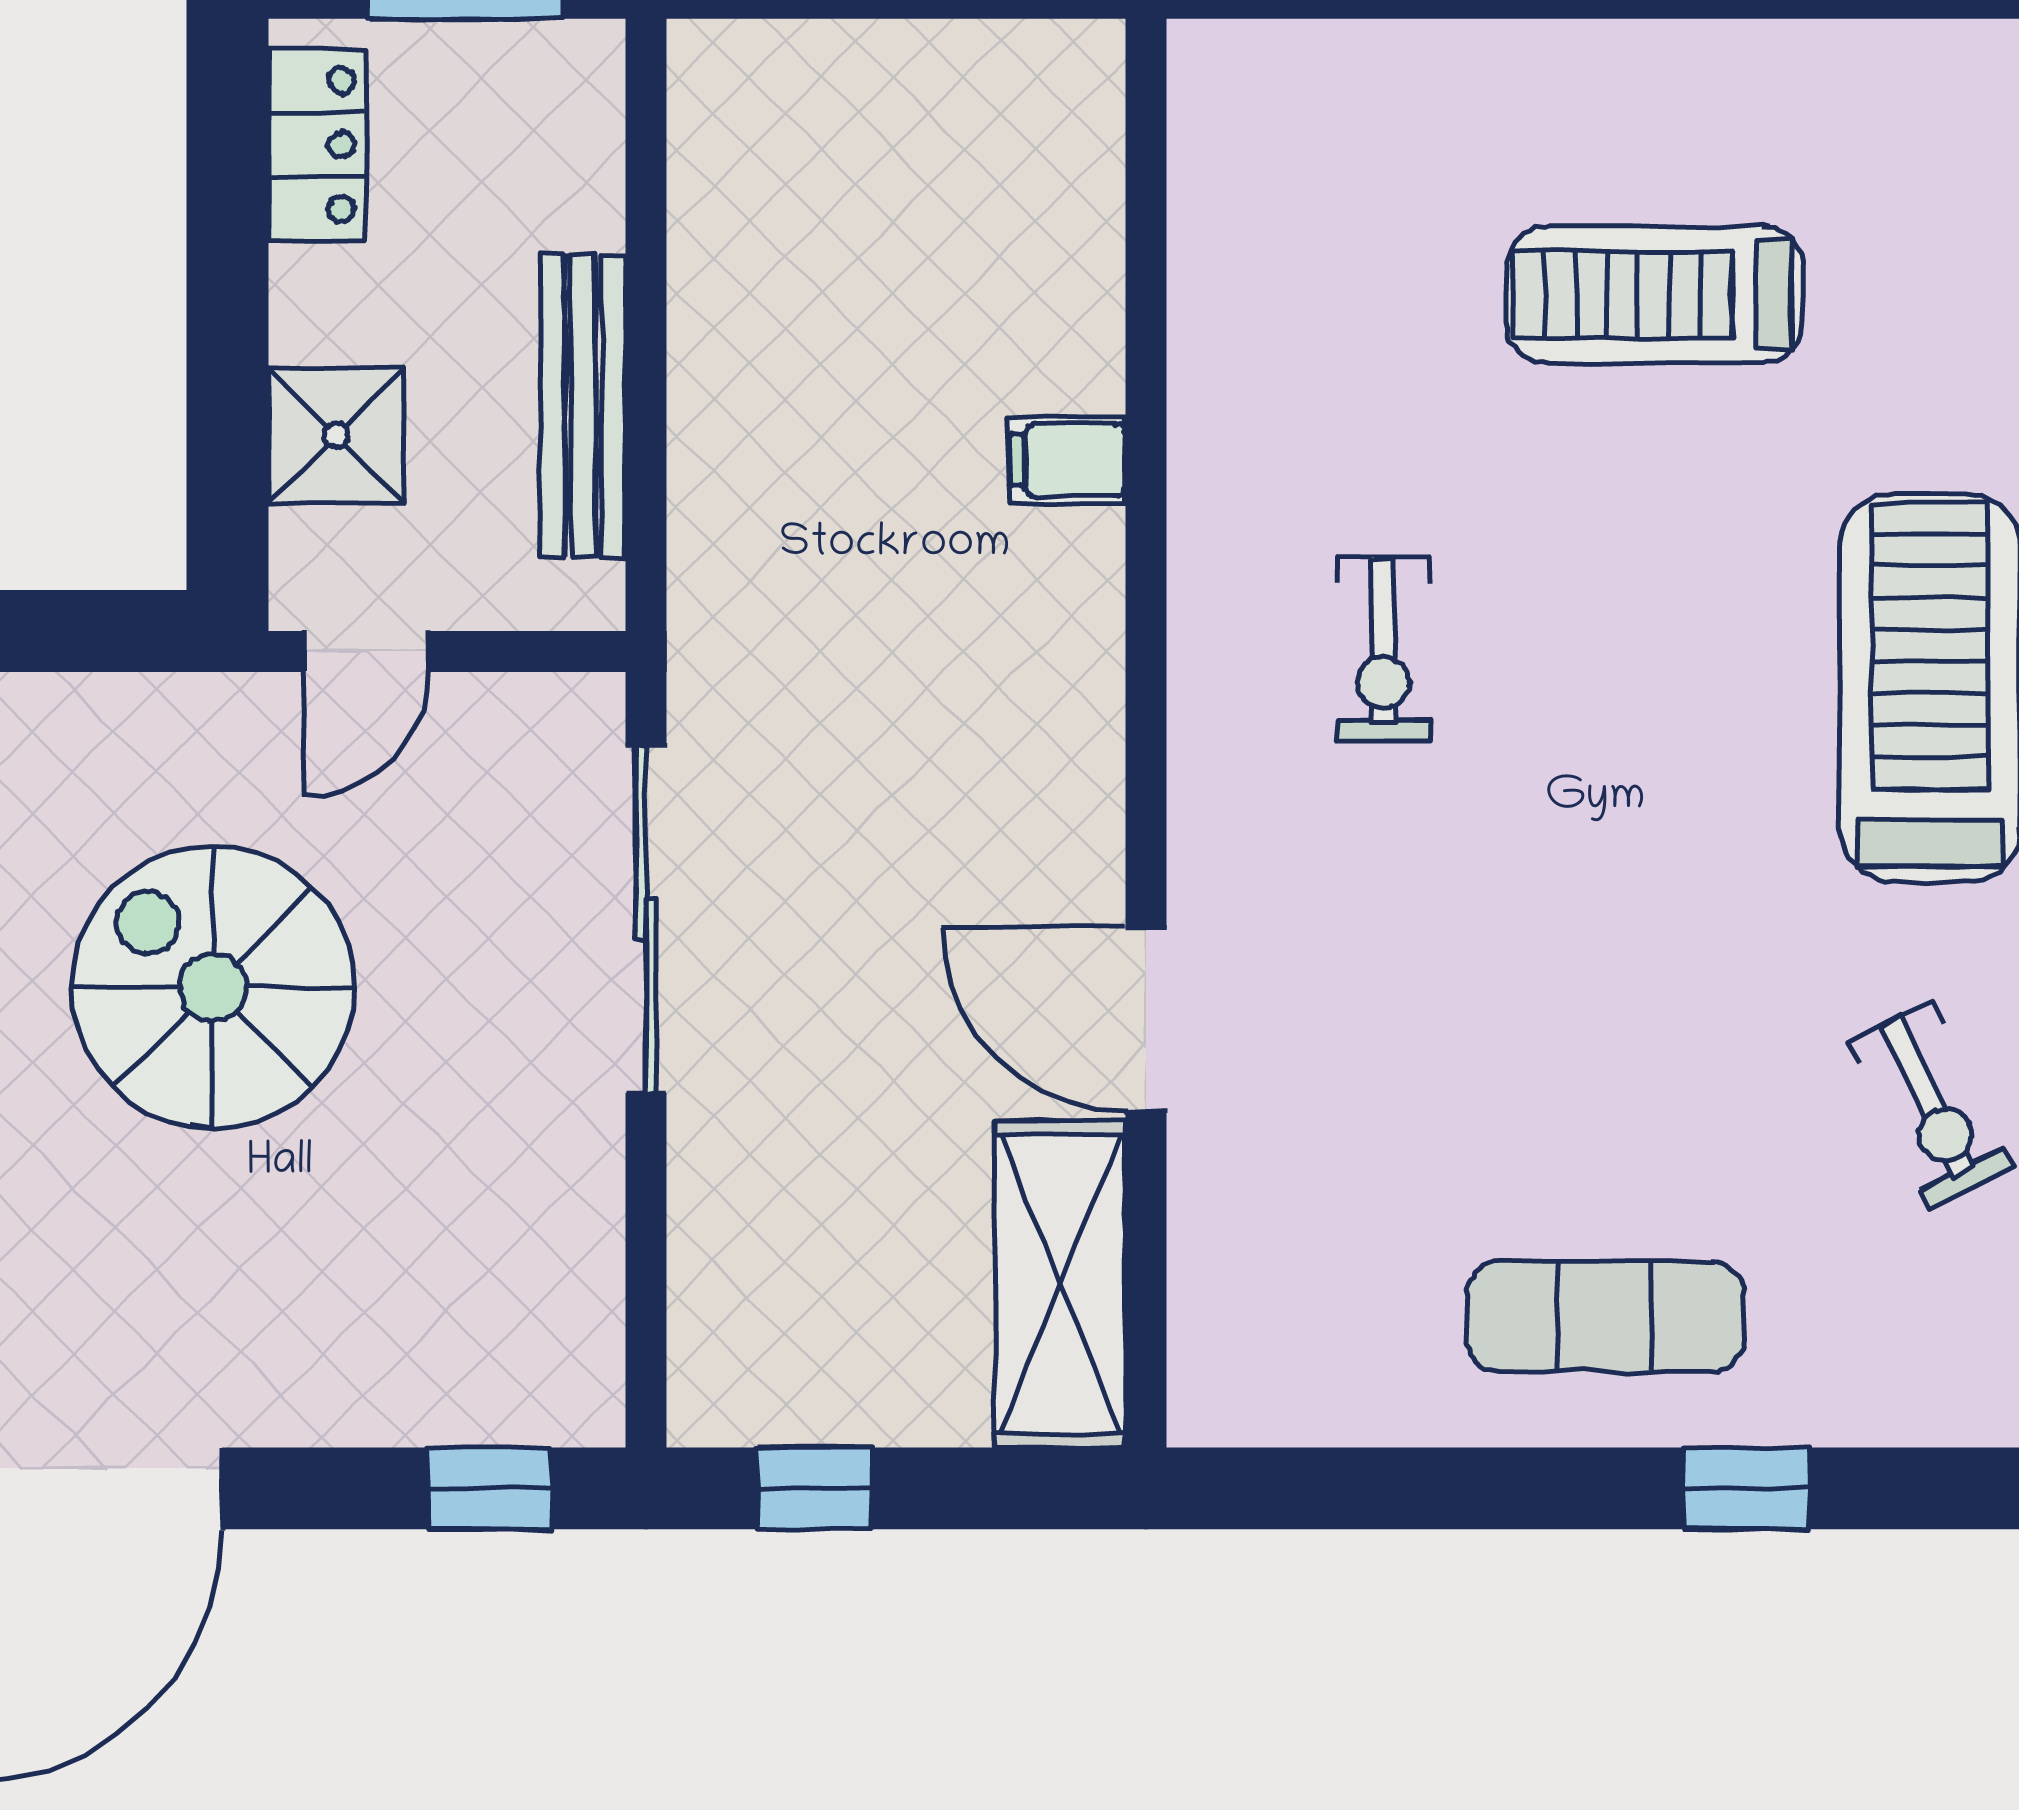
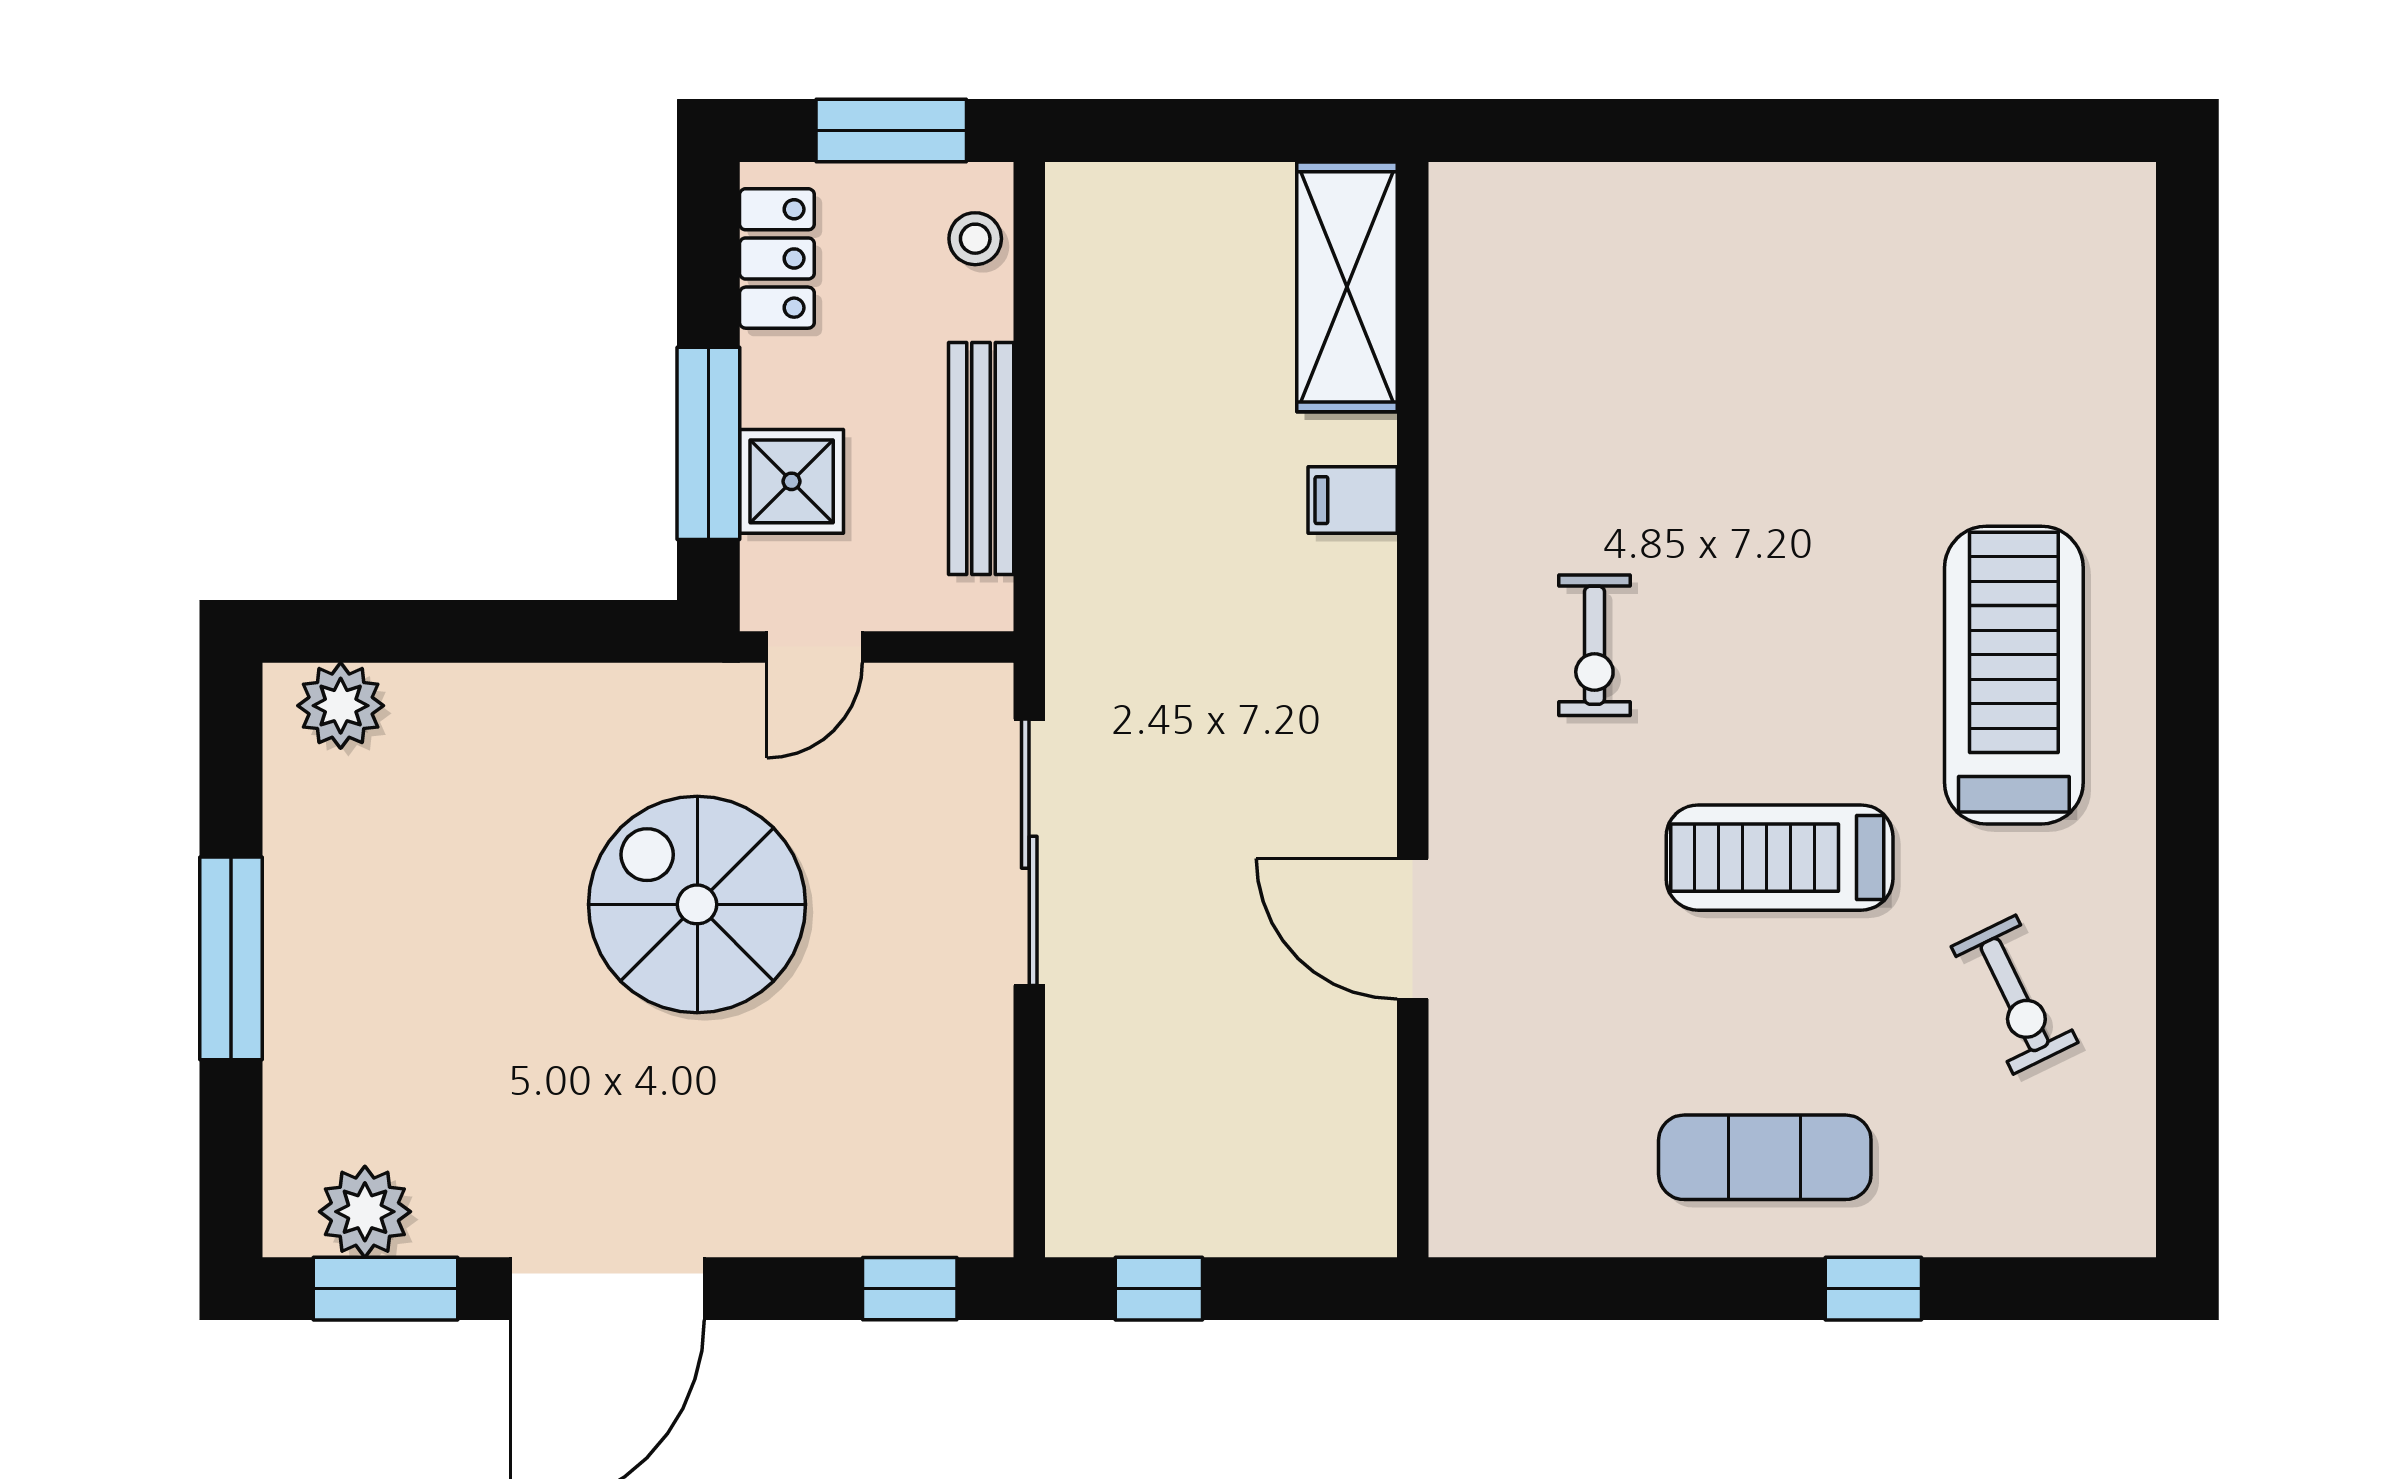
stool: (575, 119) -> (975, 239), added
treadmill: (1655, 295) -> (1780, 858), moved
window: (227, 386) -> (708, 443), added
shelving: (1060, 1284) -> (1347, 287), moved

